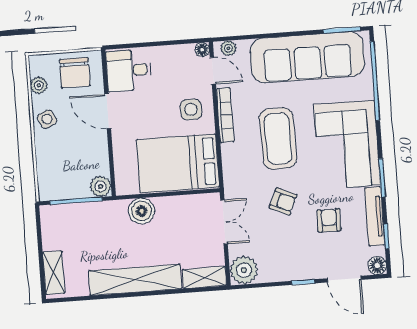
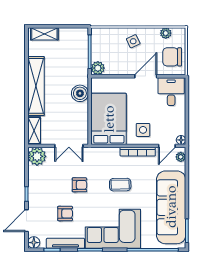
side table: (47, 119) -> (133, 41), moved
coffee table: (278, 139) -> (120, 185), width x0.54, depth x0.58
armchair: (283, 201) -> (79, 185), turned -114

